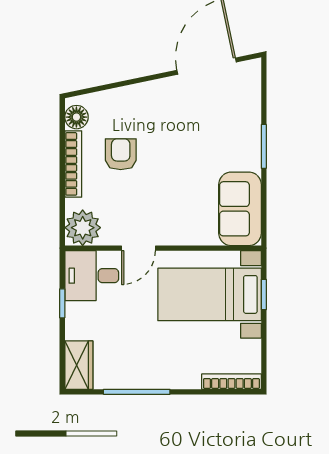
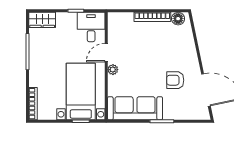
armchair: (121, 154) -> (175, 80), moved, turned 180
sofa: (240, 209) -> (135, 108), width x1.36
plant: (83, 228) -> (113, 70), moved, width x0.53, depth x0.53
door: (138, 248) -> (106, 53), hinge flipped

